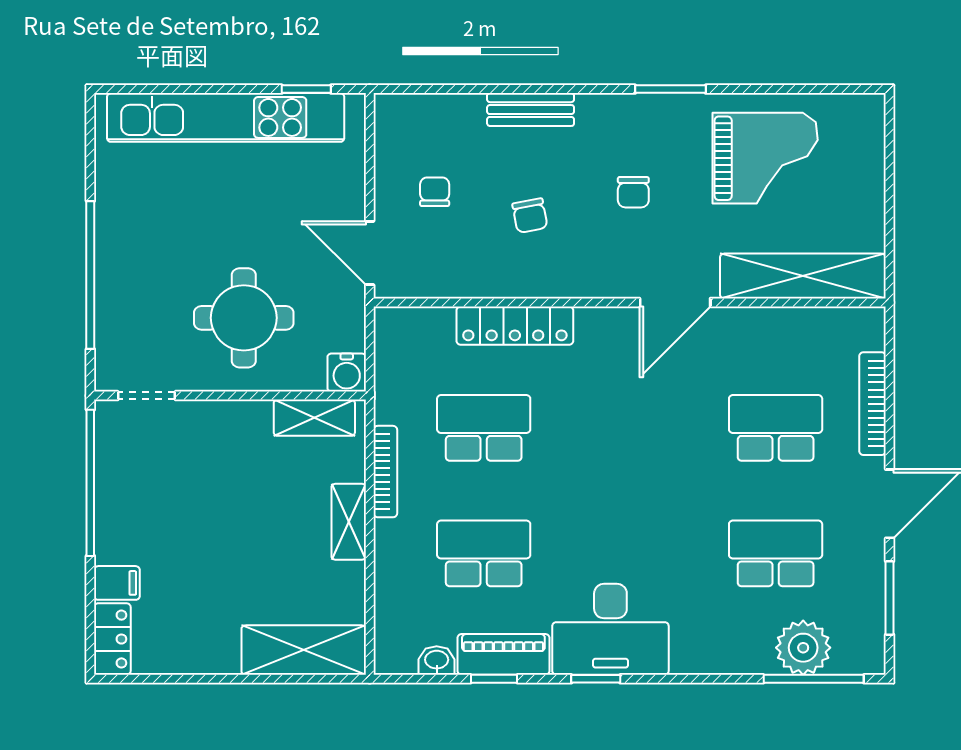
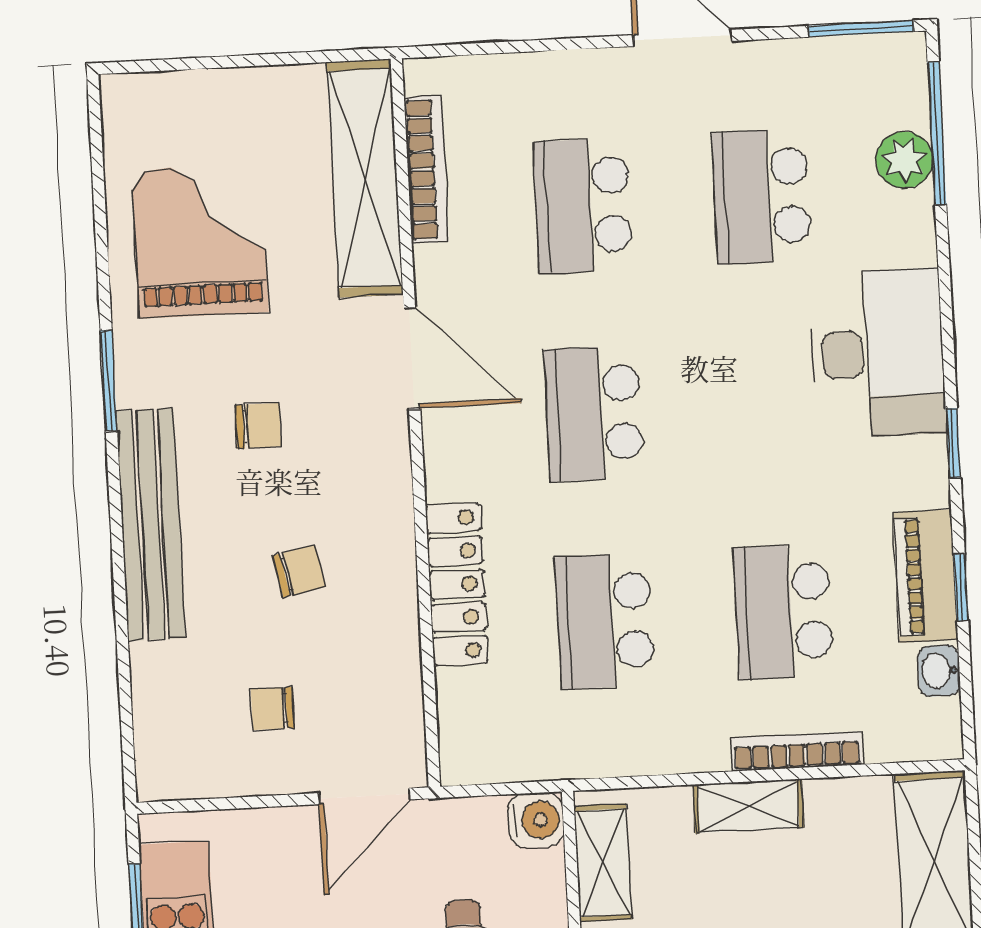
bench: (531, 110) -> (150, 525), width x1.86, depth x1.21
bookcase: (873, 404) -> (426, 169), moved, turned -90
school desk: (630, 428) -> (594, 413), added
bookcase: (385, 472) -> (797, 751), moved
window: (890, 598) -> (861, 29), moved
desk: (610, 629) -> (878, 353), moved
plant: (803, 648) -> (904, 160), width x0.73, depth x0.73

